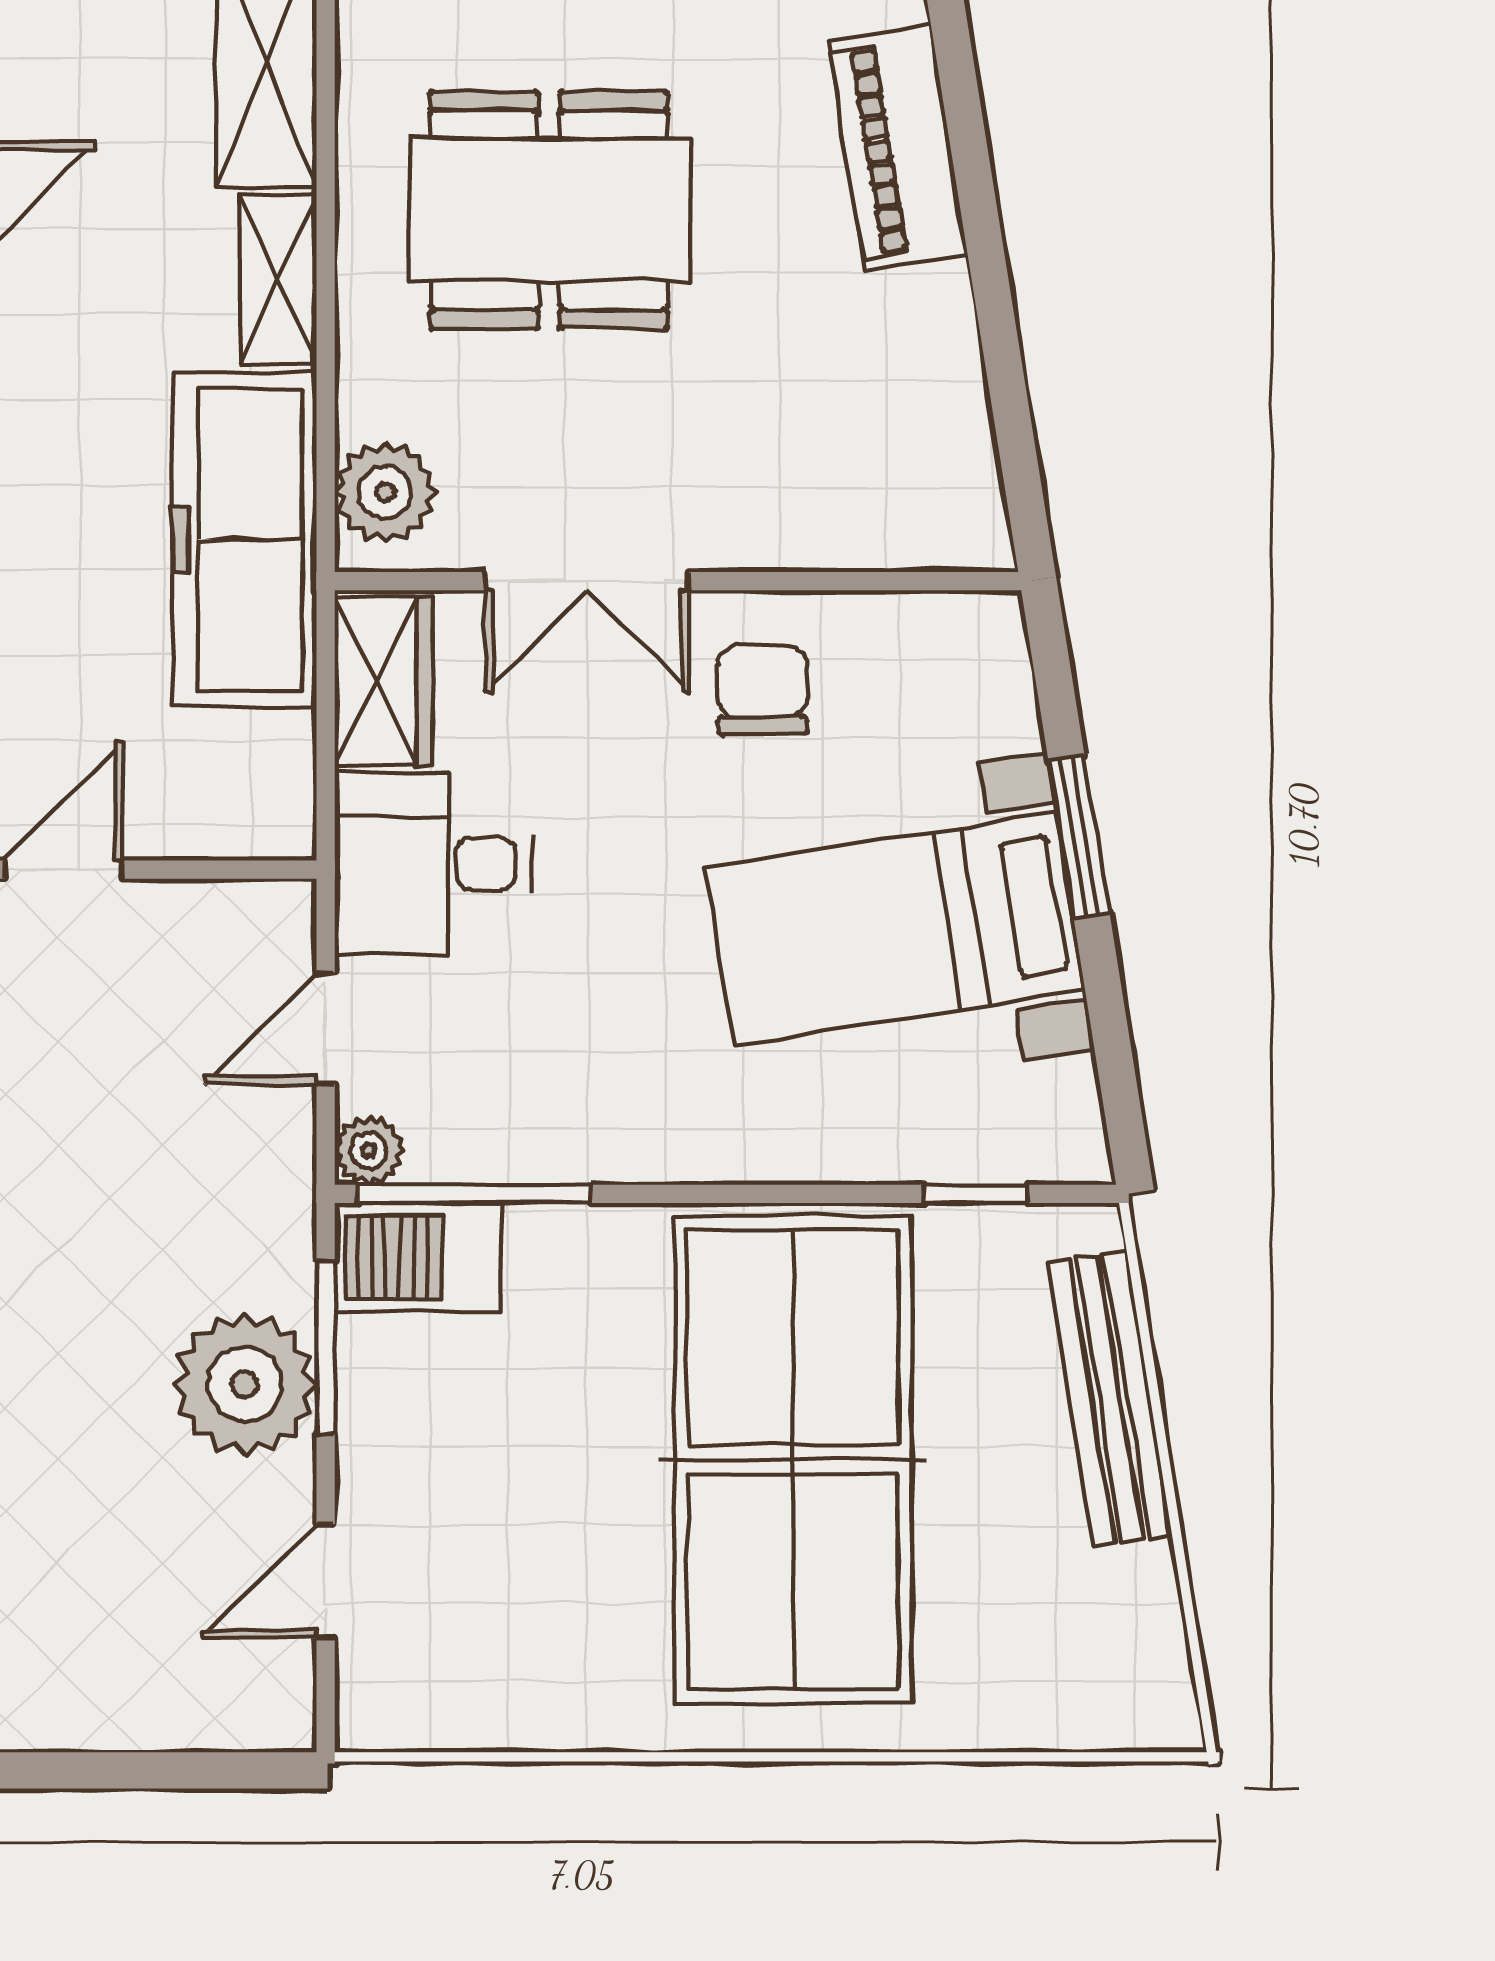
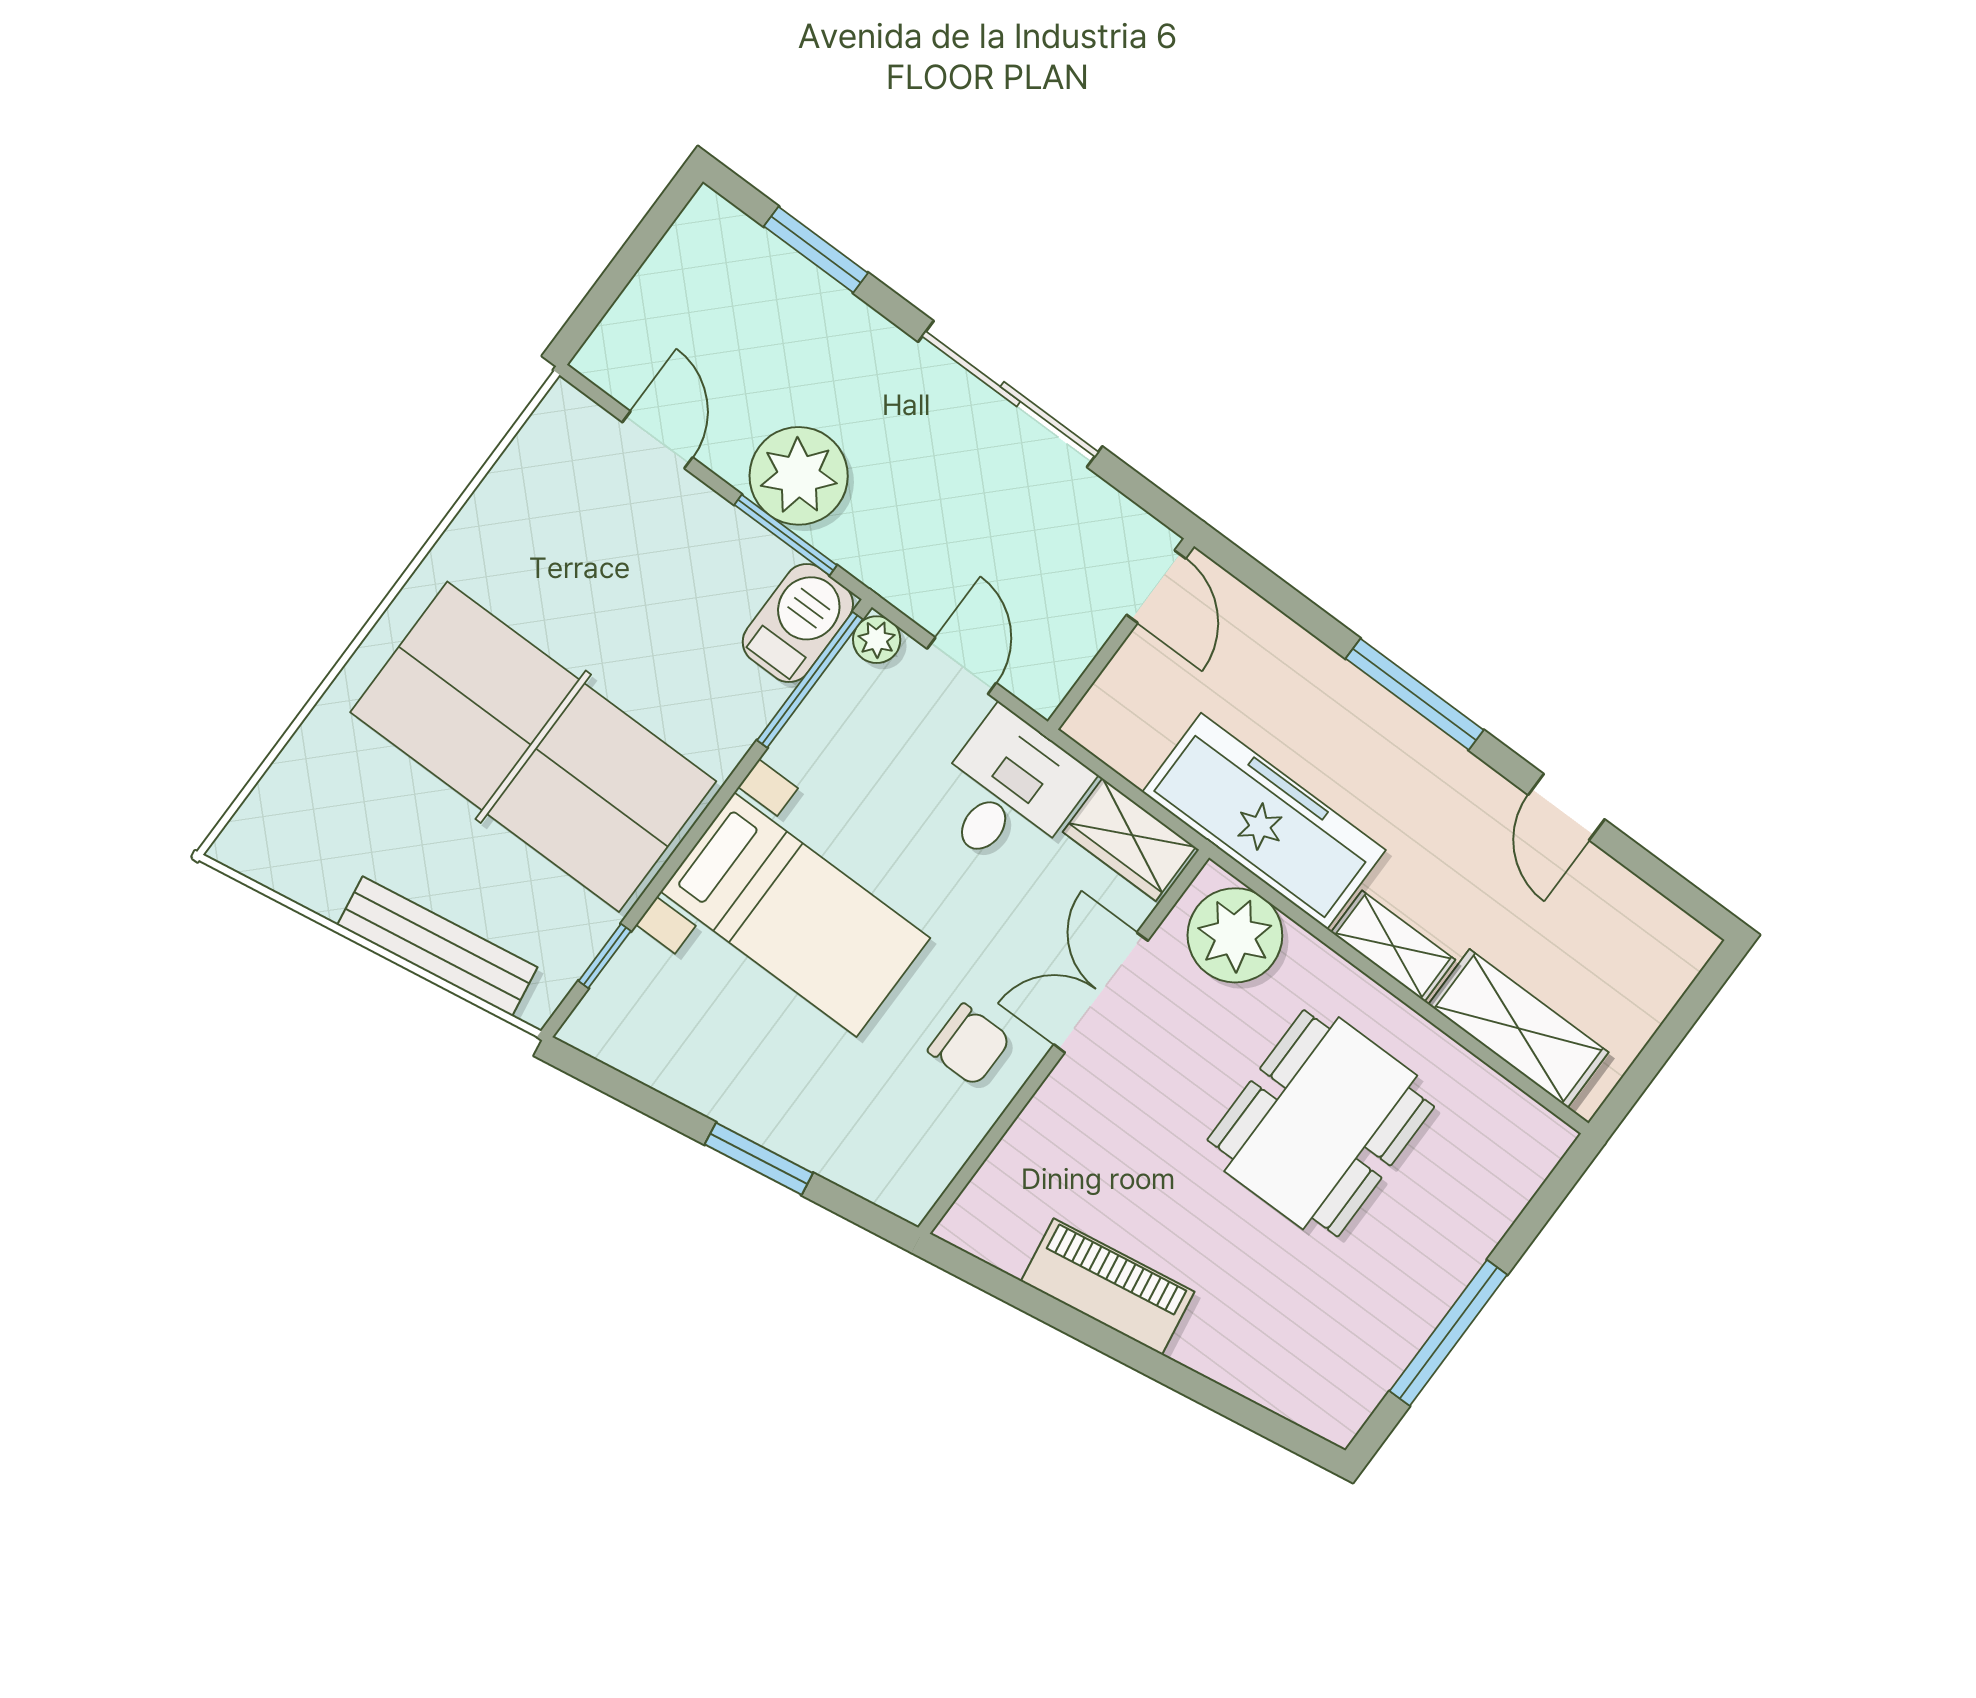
piano: (898, 148) -> (1108, 1286), moved
plant: (385, 492) -> (1235, 935), width x1.36, depth x1.36
bed with nightstands: (895, 928) -> (795, 915), moved, turned 99

